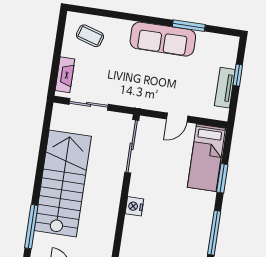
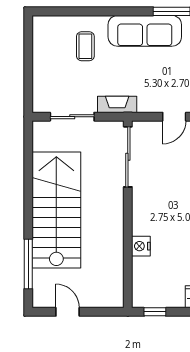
coffee table: (90, 36) -> (85, 46), moved, turned 73
fireplace: (65, 75) -> (117, 104), moved, turned -90
nightstand: (134, 206) -> (141, 246), moved

